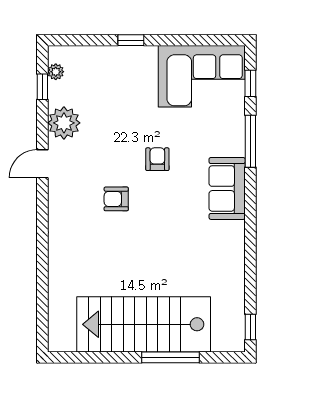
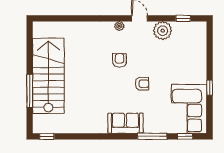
window: (131, 40) -> (210, 88), moved
plant: (56, 72) -> (119, 26), moved

